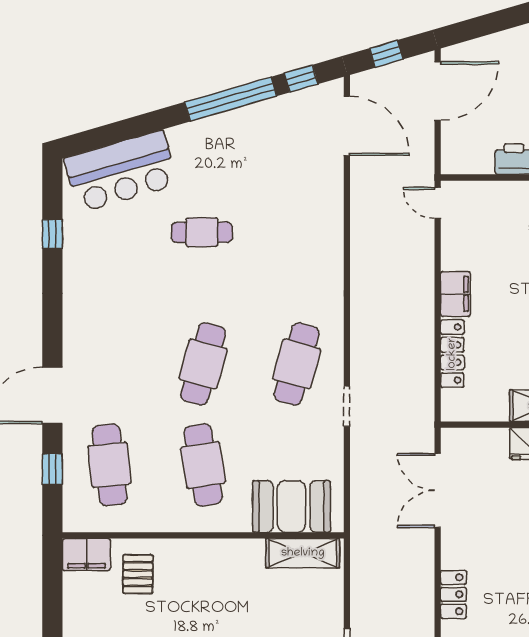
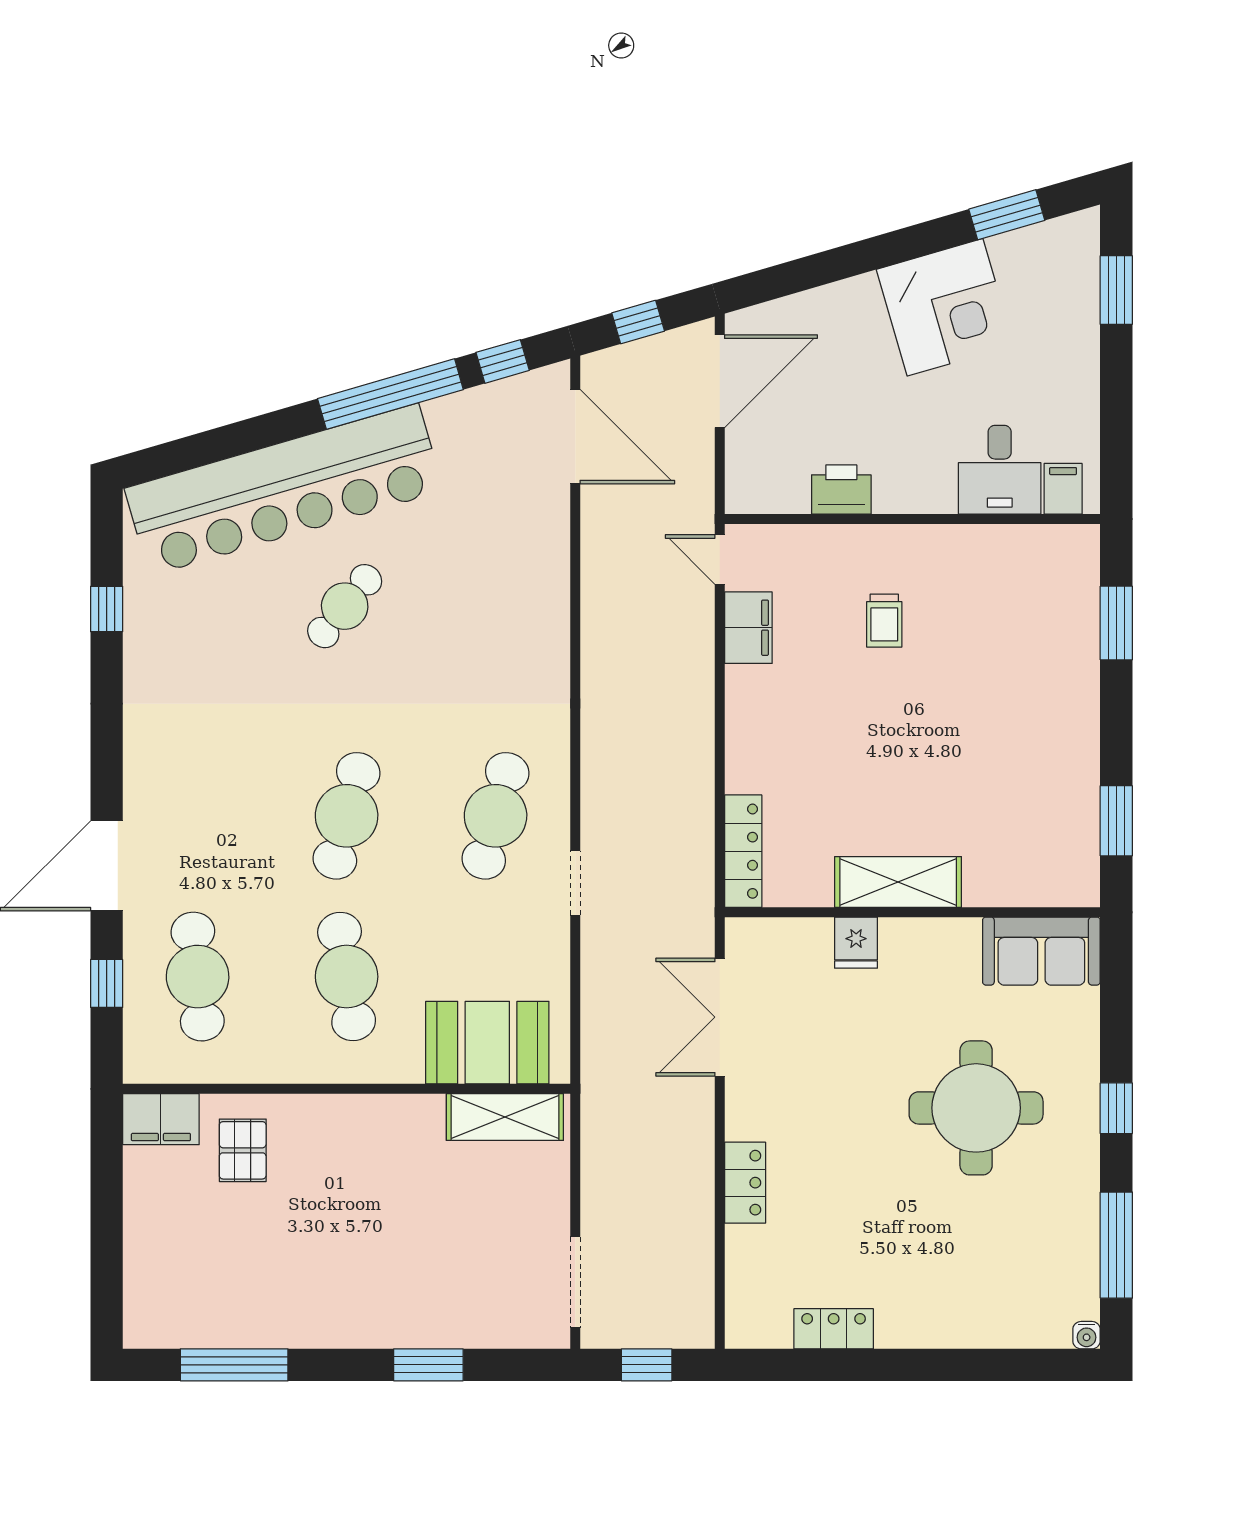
bar counter: (121, 171) -> (284, 490), width x1.86
cafe table: (202, 232) -> (345, 606), turned -51
filing cabinet: (456, 294) -> (748, 628), moved
locker: (452, 354) -> (743, 851), moved

